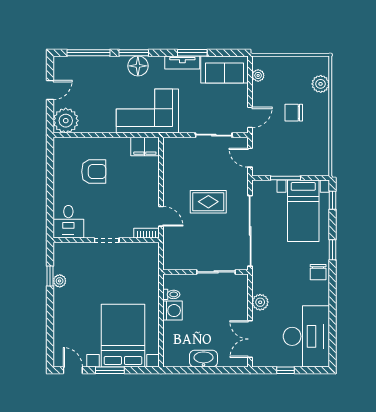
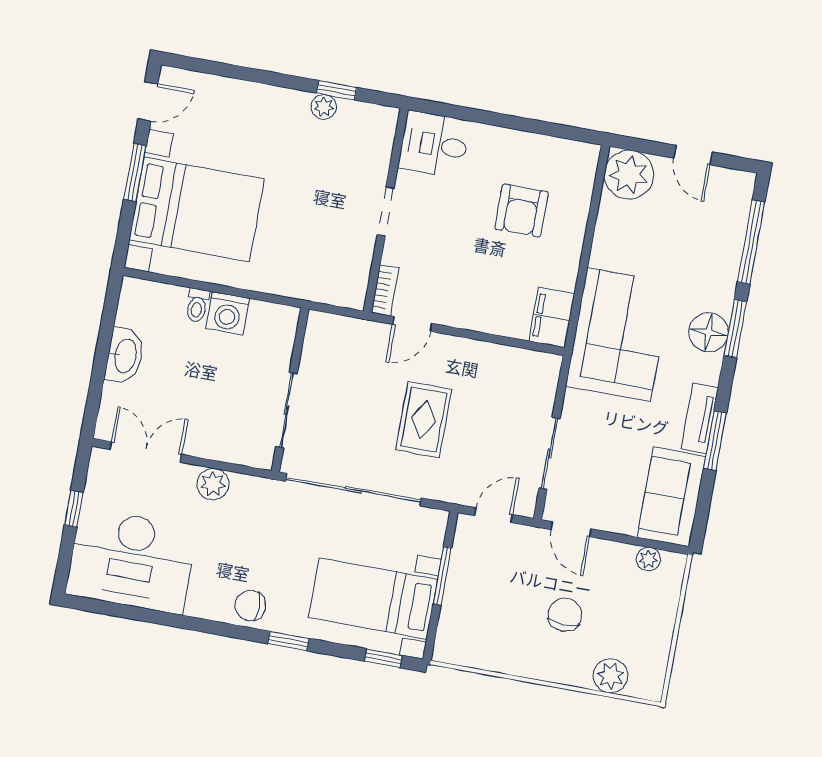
toilet: (171, 294) -> (197, 305), moved

